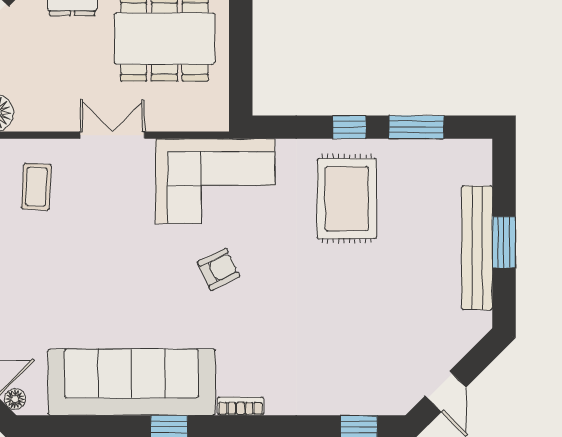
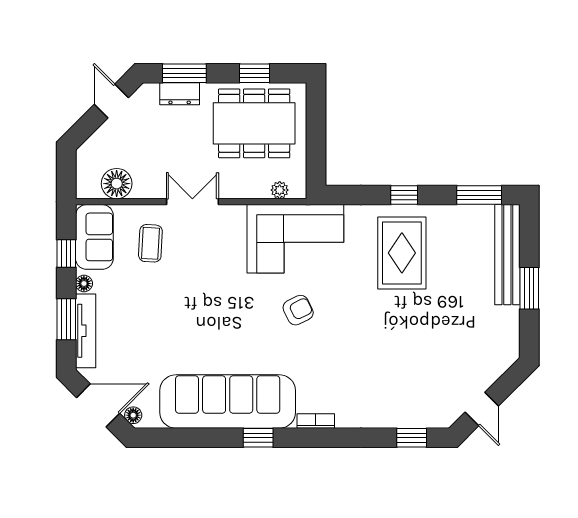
plant: (196, 121) -> (280, 190), added
window: (416, 127) -> (479, 195), moved
double door: (112, 135) -> (192, 202), moved
bench: (477, 248) -> (507, 255), moved

